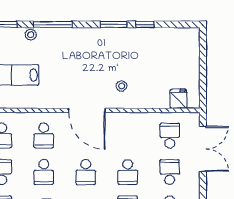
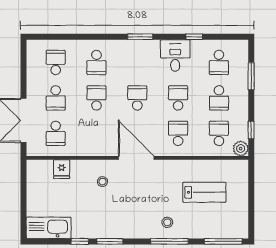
stool: (31, 35) -> (167, 222), moved
kitchen sink: (177, 38) -> (49, 228), added
fridge: (178, 99) -> (62, 169), moved

